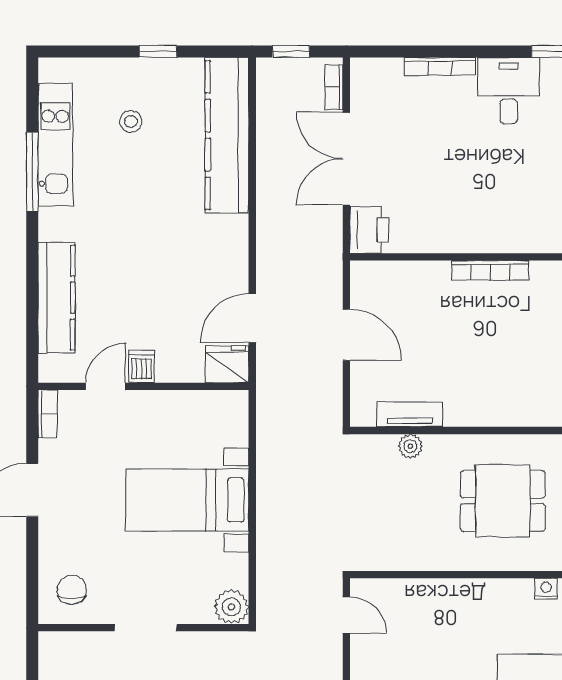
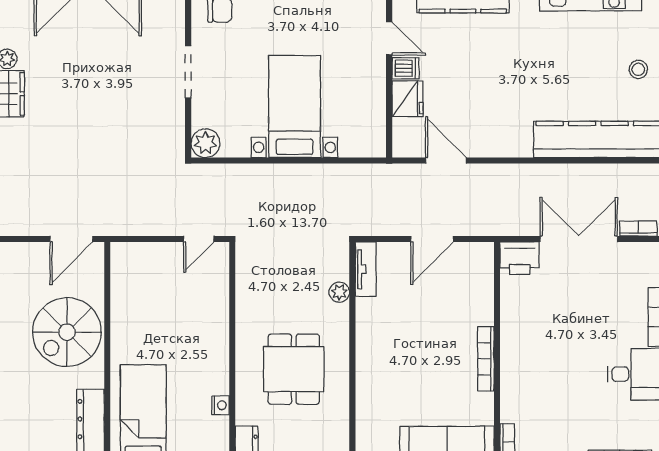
stool: (131, 121) -> (638, 69), moved
fridge: (227, 364) -> (408, 99), moved
tv unit: (410, 414) -> (366, 269), moved

